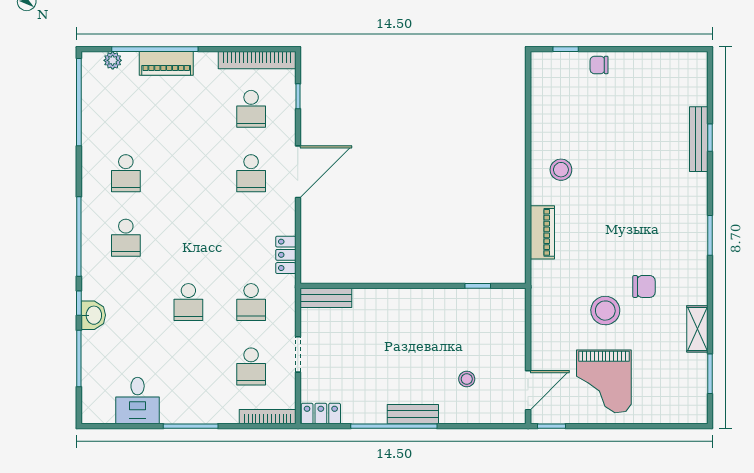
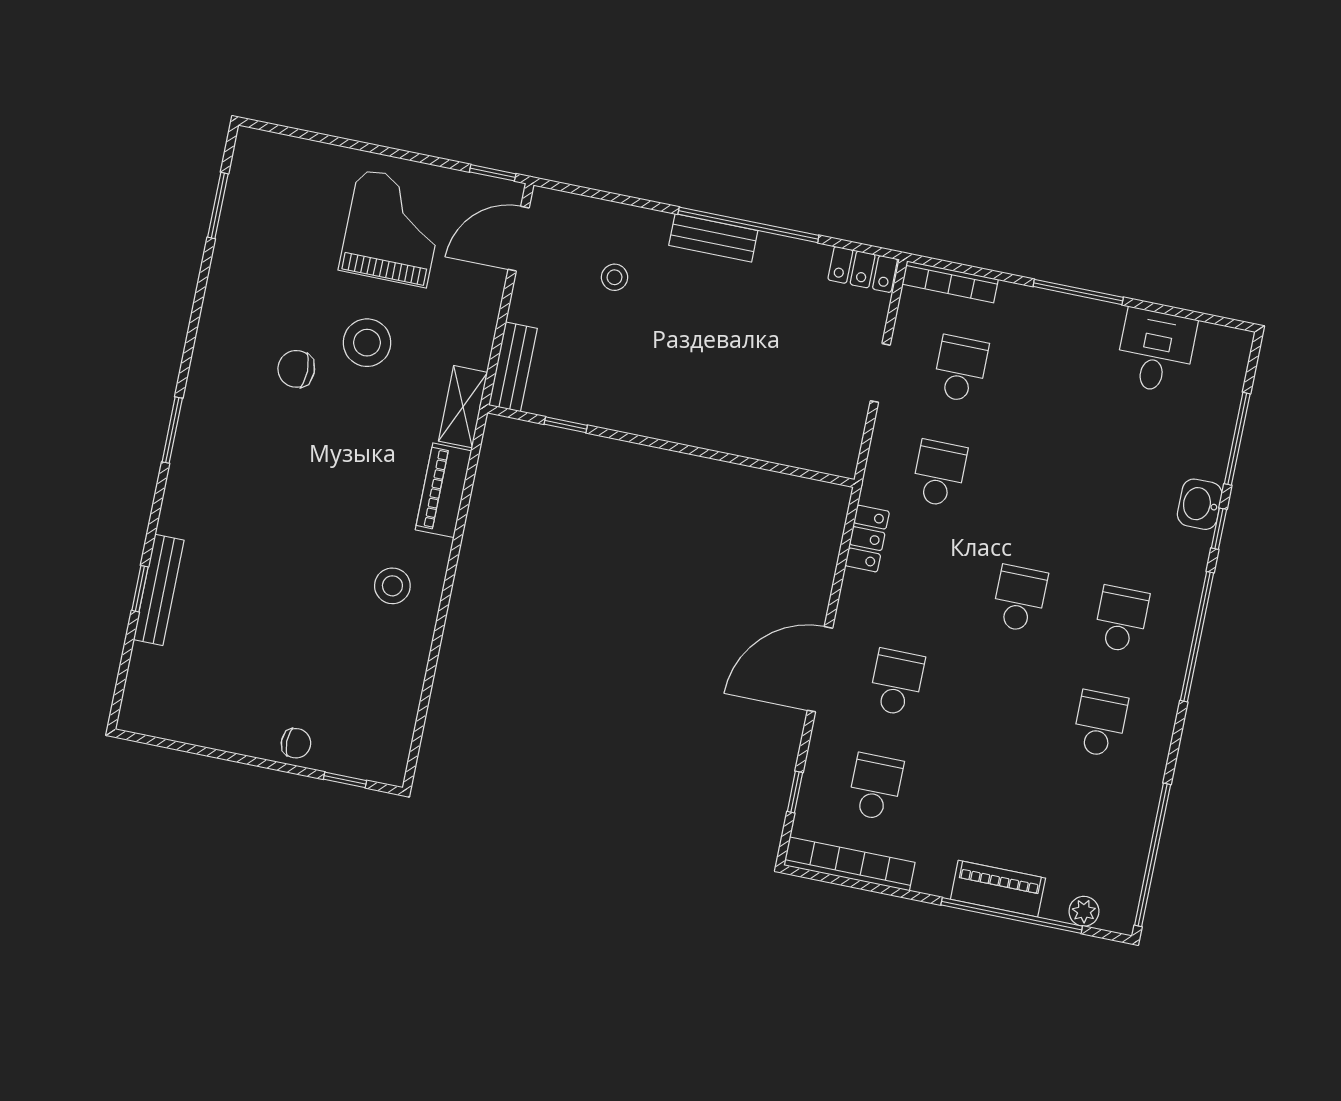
bench: (326, 298) -> (513, 367), moved, turned 90
school desk: (188, 302) -> (1019, 599), moved
shelving: (697, 329) -> (463, 407), moved

